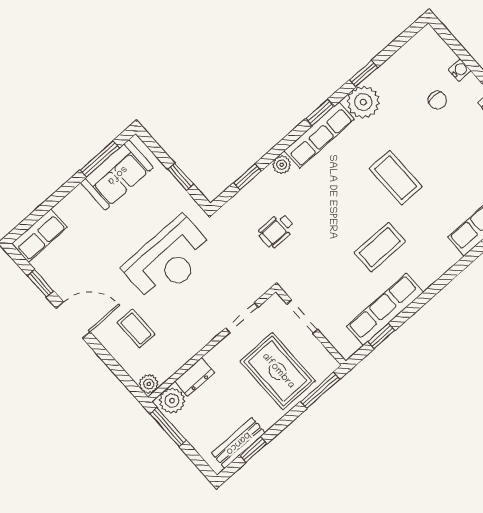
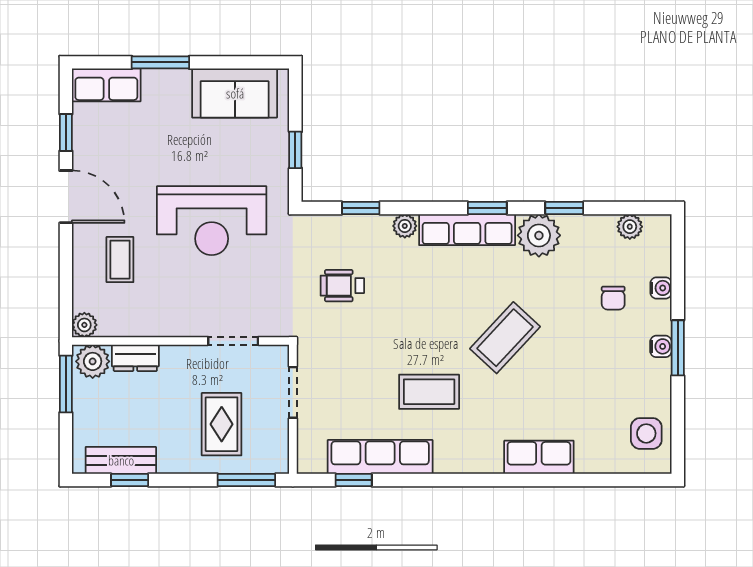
plant: (411, 51) -> (630, 227), added
window: (100, 159) -> (160, 62), moved
coffee table: (396, 178) -> (505, 338), turned 43
rug: (278, 371) -> (222, 424), width x0.73, depth x0.70

